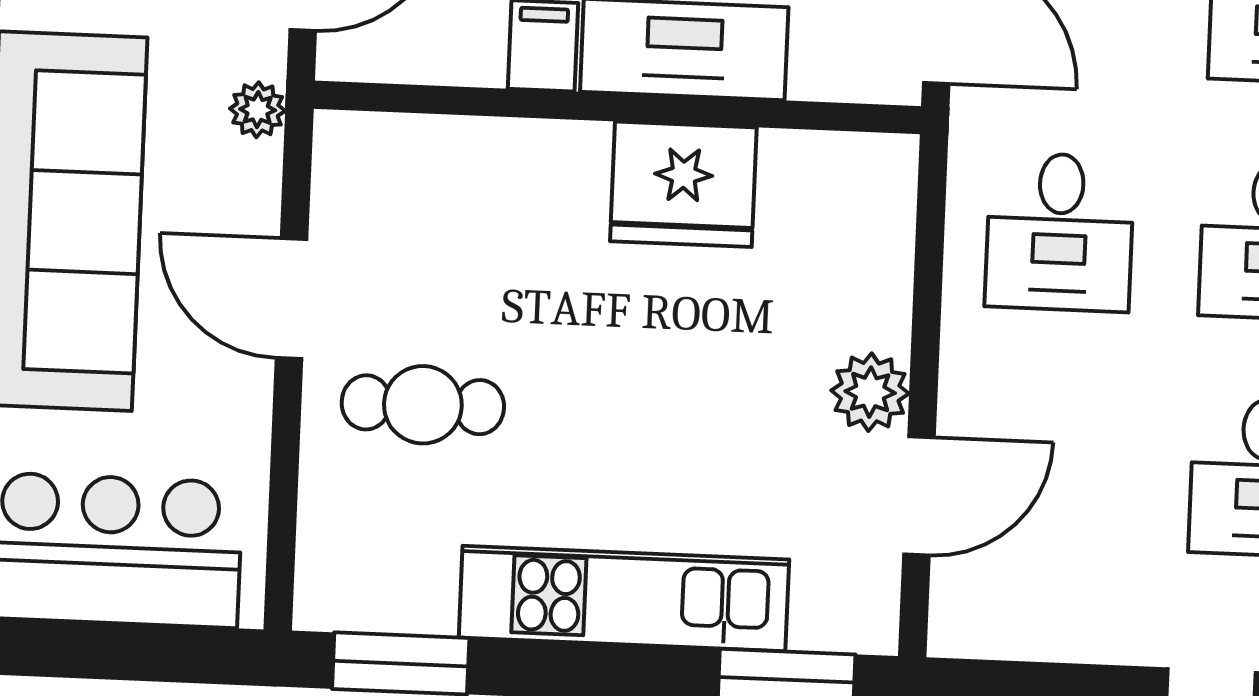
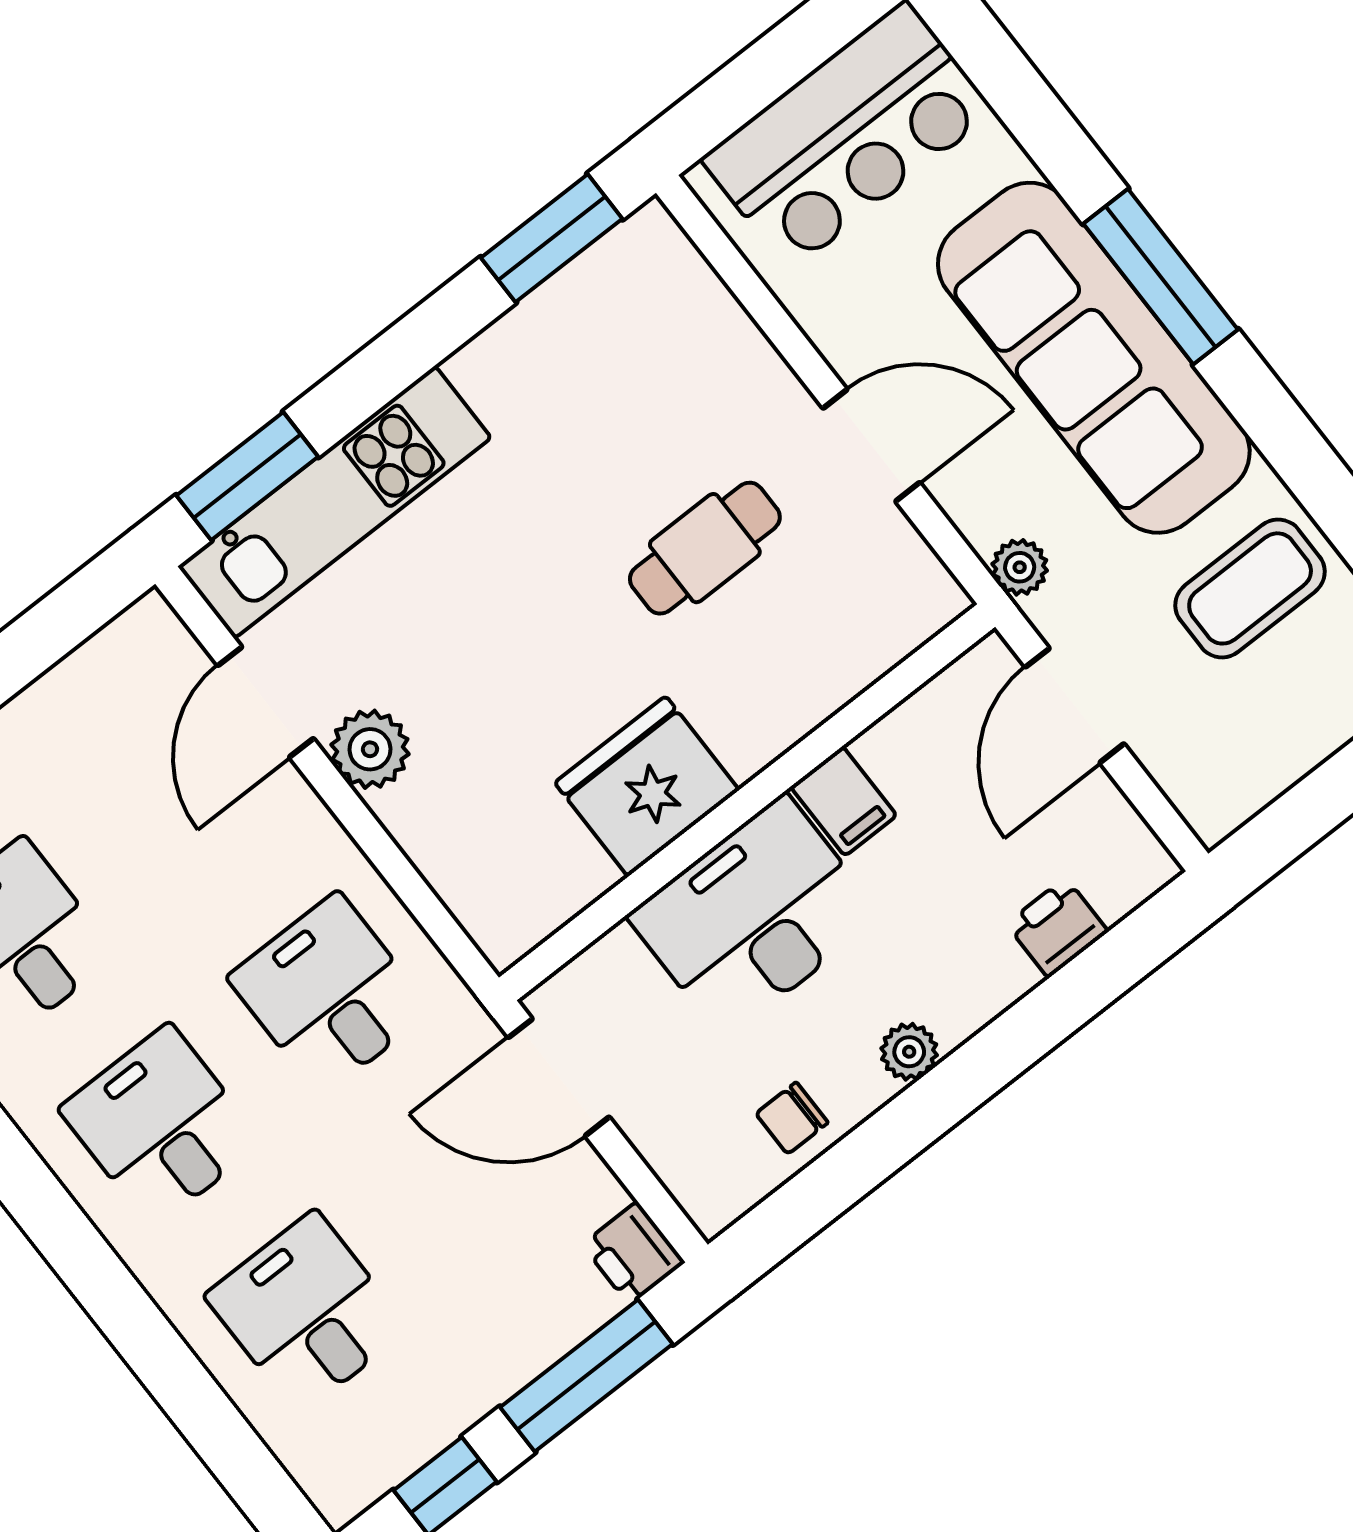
cafe table: (423, 405) -> (705, 548), moved
kitchen unit: (624, 598) -> (335, 502), moved

